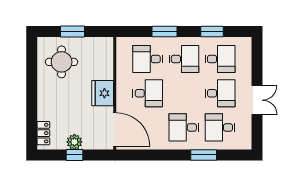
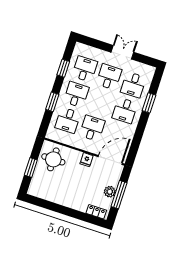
round table: (62, 62) -> (53, 159), moved
fridge: (103, 93) -> (87, 160), width x0.53, depth x0.75
window: (74, 155) -> (119, 195), width x2.17

